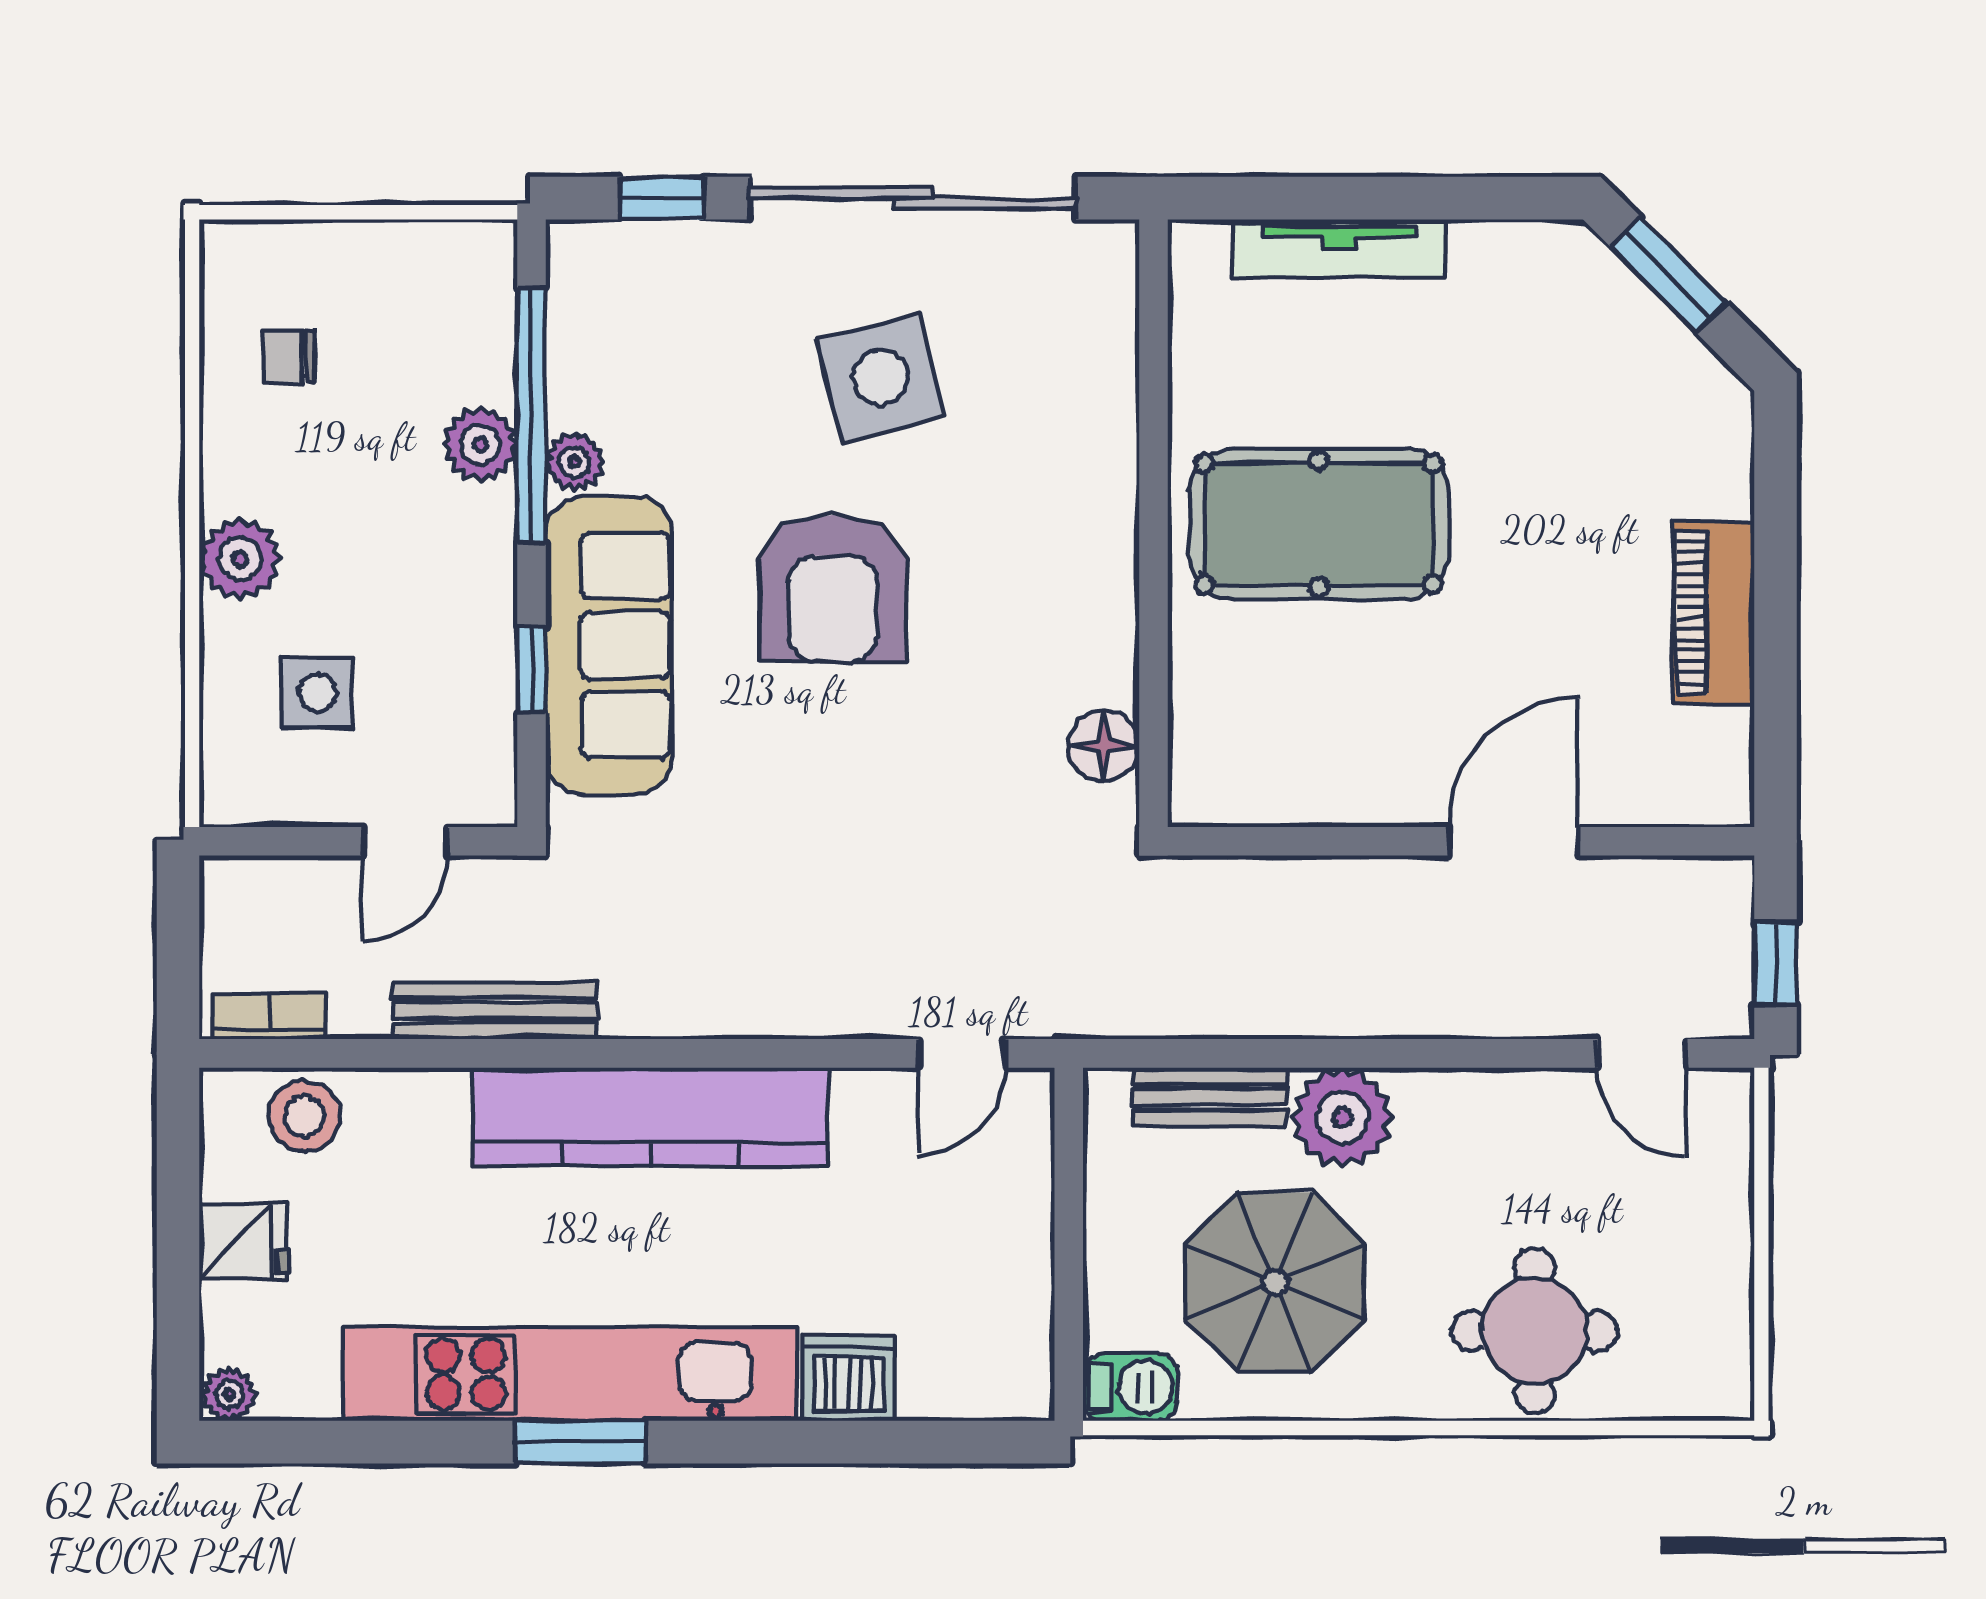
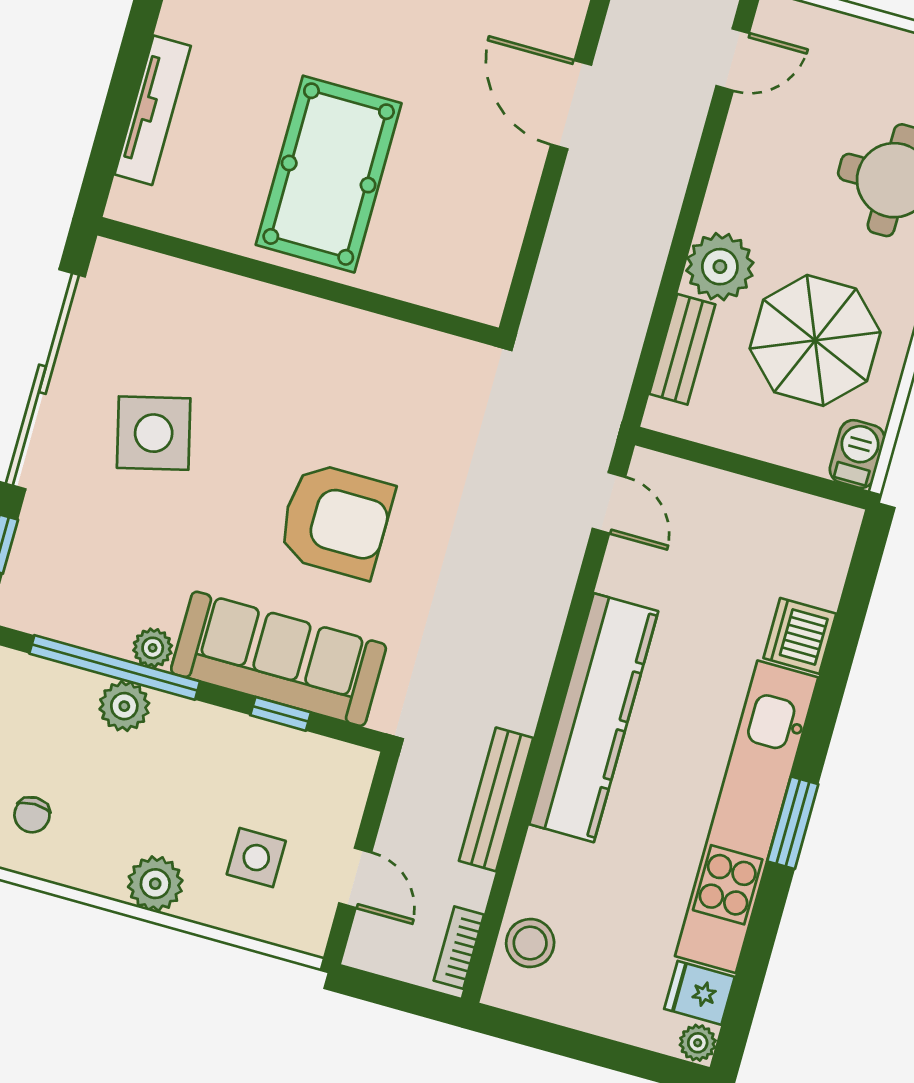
armchair: (833, 588) -> (336, 520), moved
floor lamp: (1104, 746) -> (434, 354), removed
door: (405, 841) -> (355, 878), moved
fridge: (243, 1242) -> (700, 993), moved, turned -90

